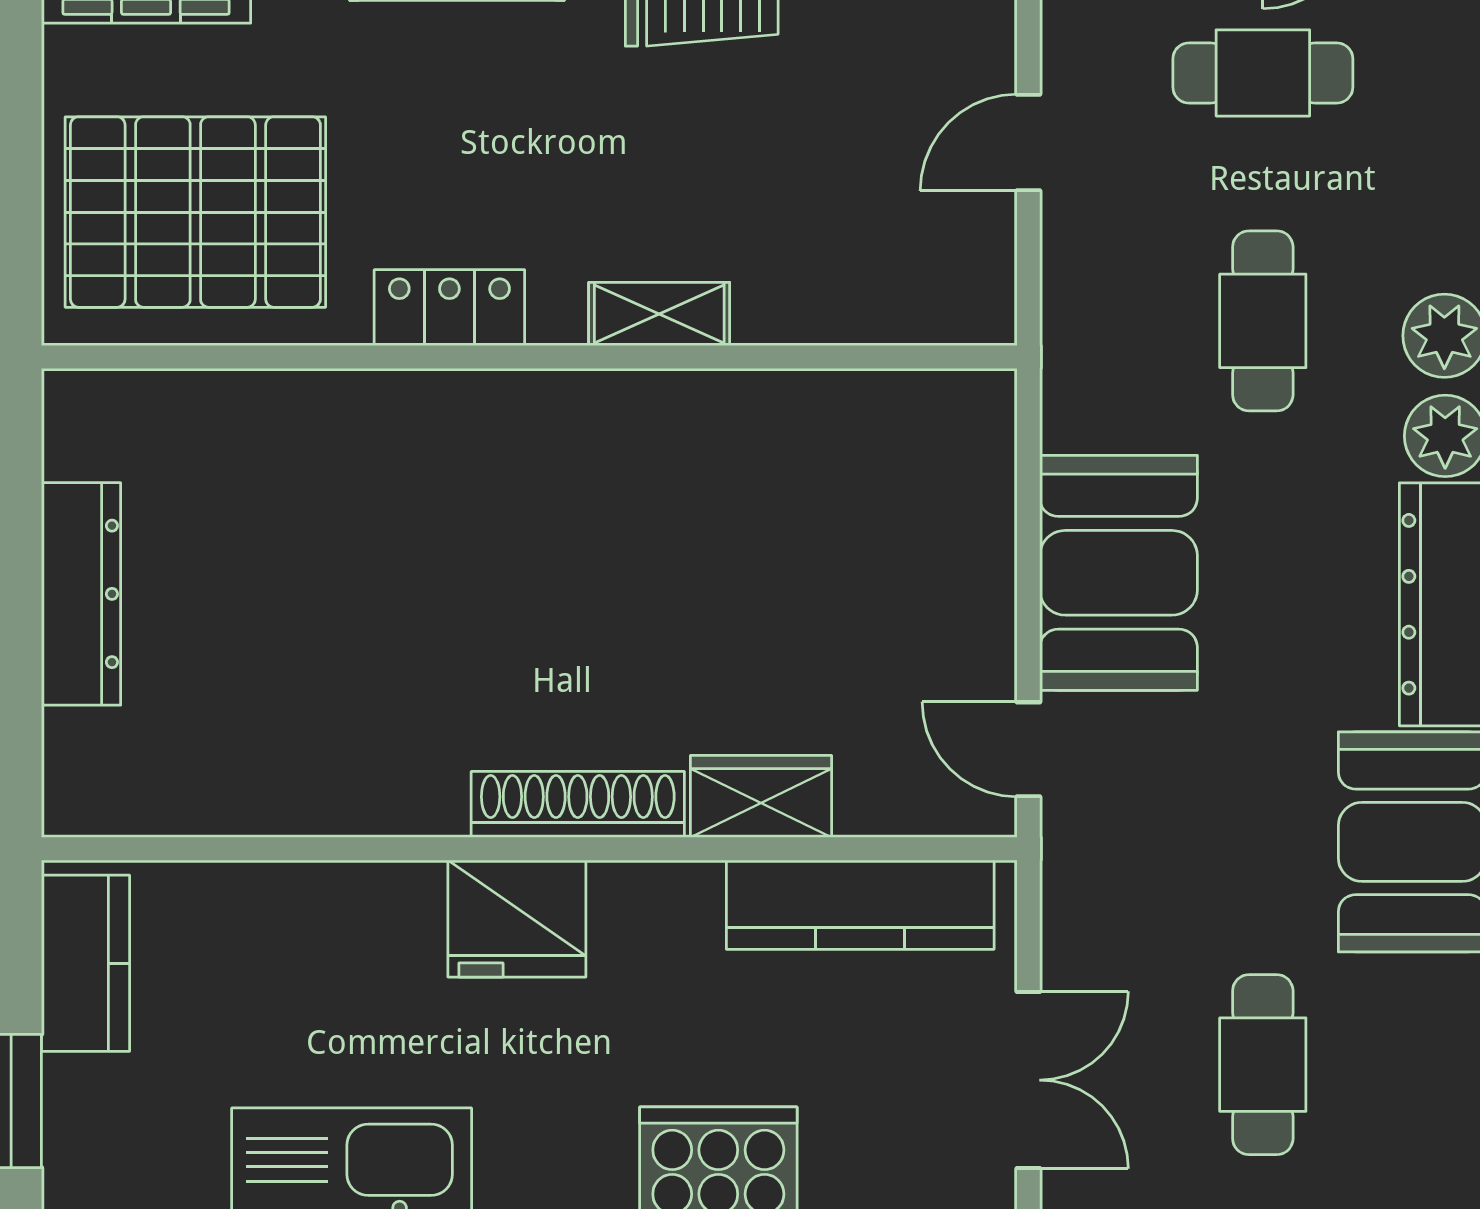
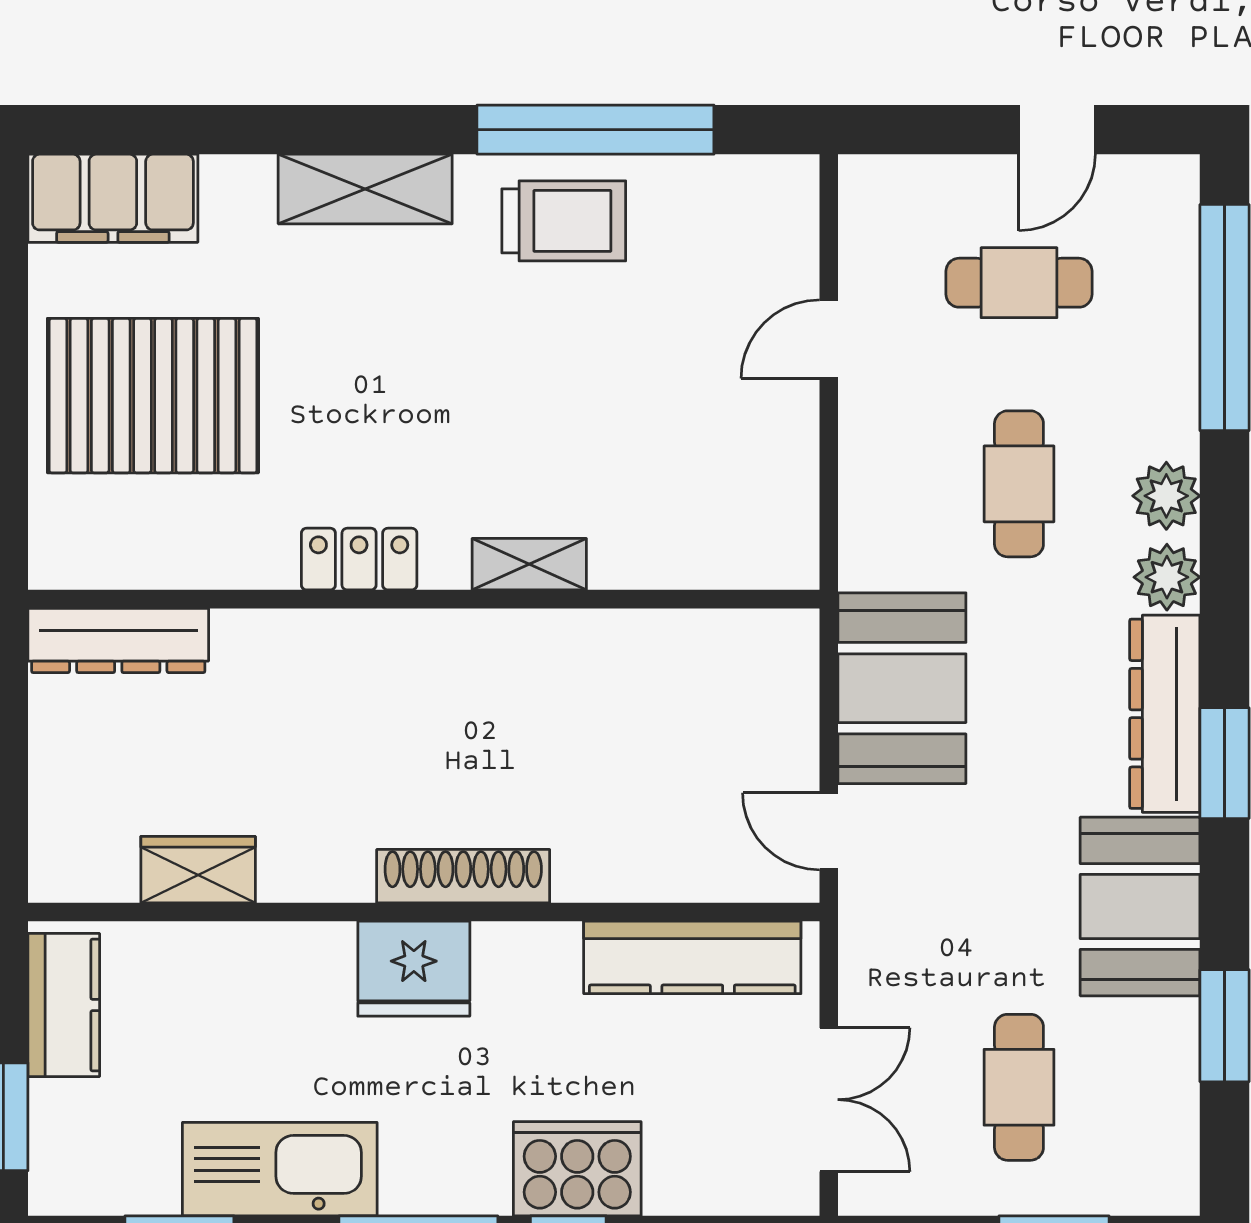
locker: (449, 308) -> (359, 559), moved
shelving: (659, 314) -> (529, 564), moved
wall: (529, 357) -> (424, 599), moved
dresser: (81, 594) -> (118, 640), moved, turned 90
wardrobe: (761, 796) -> (198, 870), moved

